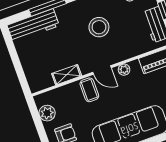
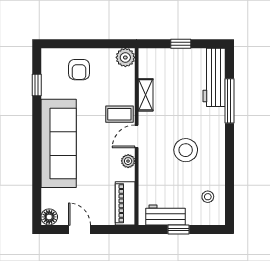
window: (16, 61) -> (181, 44), added
plant: (47, 113) -> (125, 57), moved

